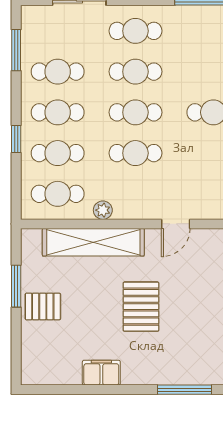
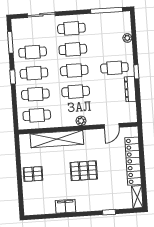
window: (16, 139) -> (13, 77), moved
plant: (103, 210) -> (81, 121), moved
door: (176, 224) -> (112, 126), moved
window: (16, 286) -> (18, 164), removed
pallet: (141, 307) -> (84, 171), turned 90
window: (184, 390) -> (109, 212), width x0.46

